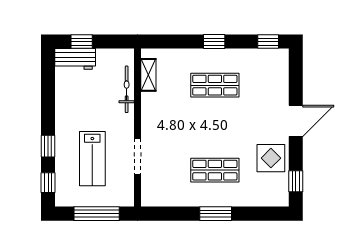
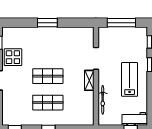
shelving: (148, 75) -> (89, 80), moved
lab bench: (92, 159) -> (130, 79), moved
shop shelf: (215, 170) -> (48, 76), moved

